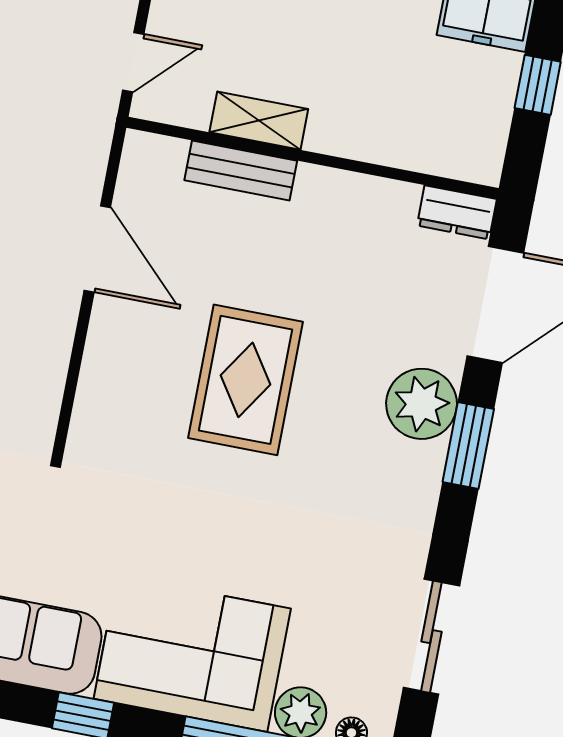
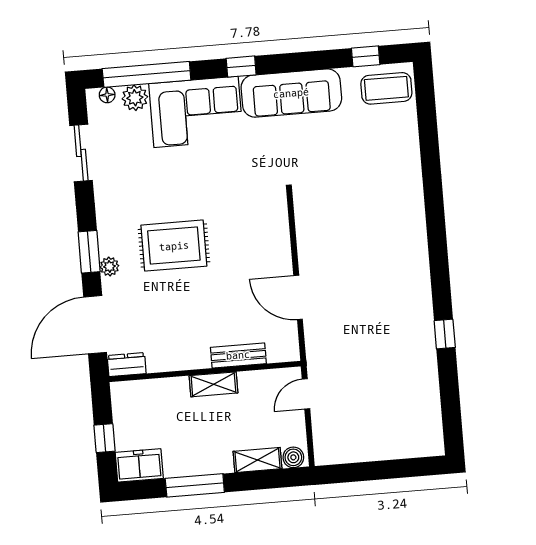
shelving: (259, 121) -> (213, 384), moved
rug: (246, 380) -> (174, 246), moved, turned 90
plant: (422, 404) -> (109, 266), width x0.53, depth x0.53

